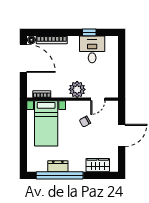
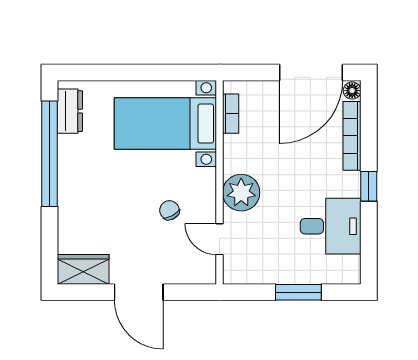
window: (89, 32) -> (369, 186), moved
window: (122, 64) -> (298, 292), added
wardrobe: (98, 165) -> (83, 269), moved, turned -90
dresser: (58, 166) -> (70, 111), moved

